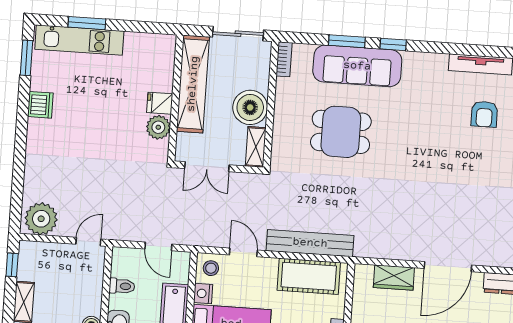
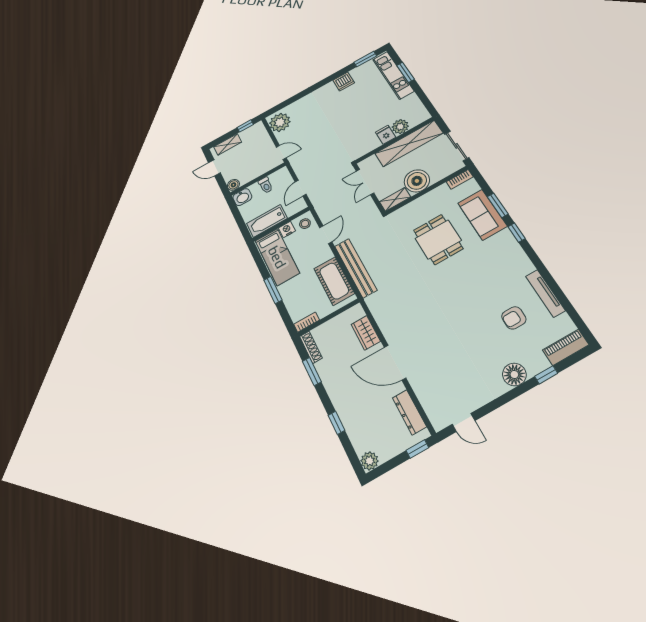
sofa: (357, 66) -> (482, 215), width x0.73
plant: (158, 127) -> (400, 127), moved

